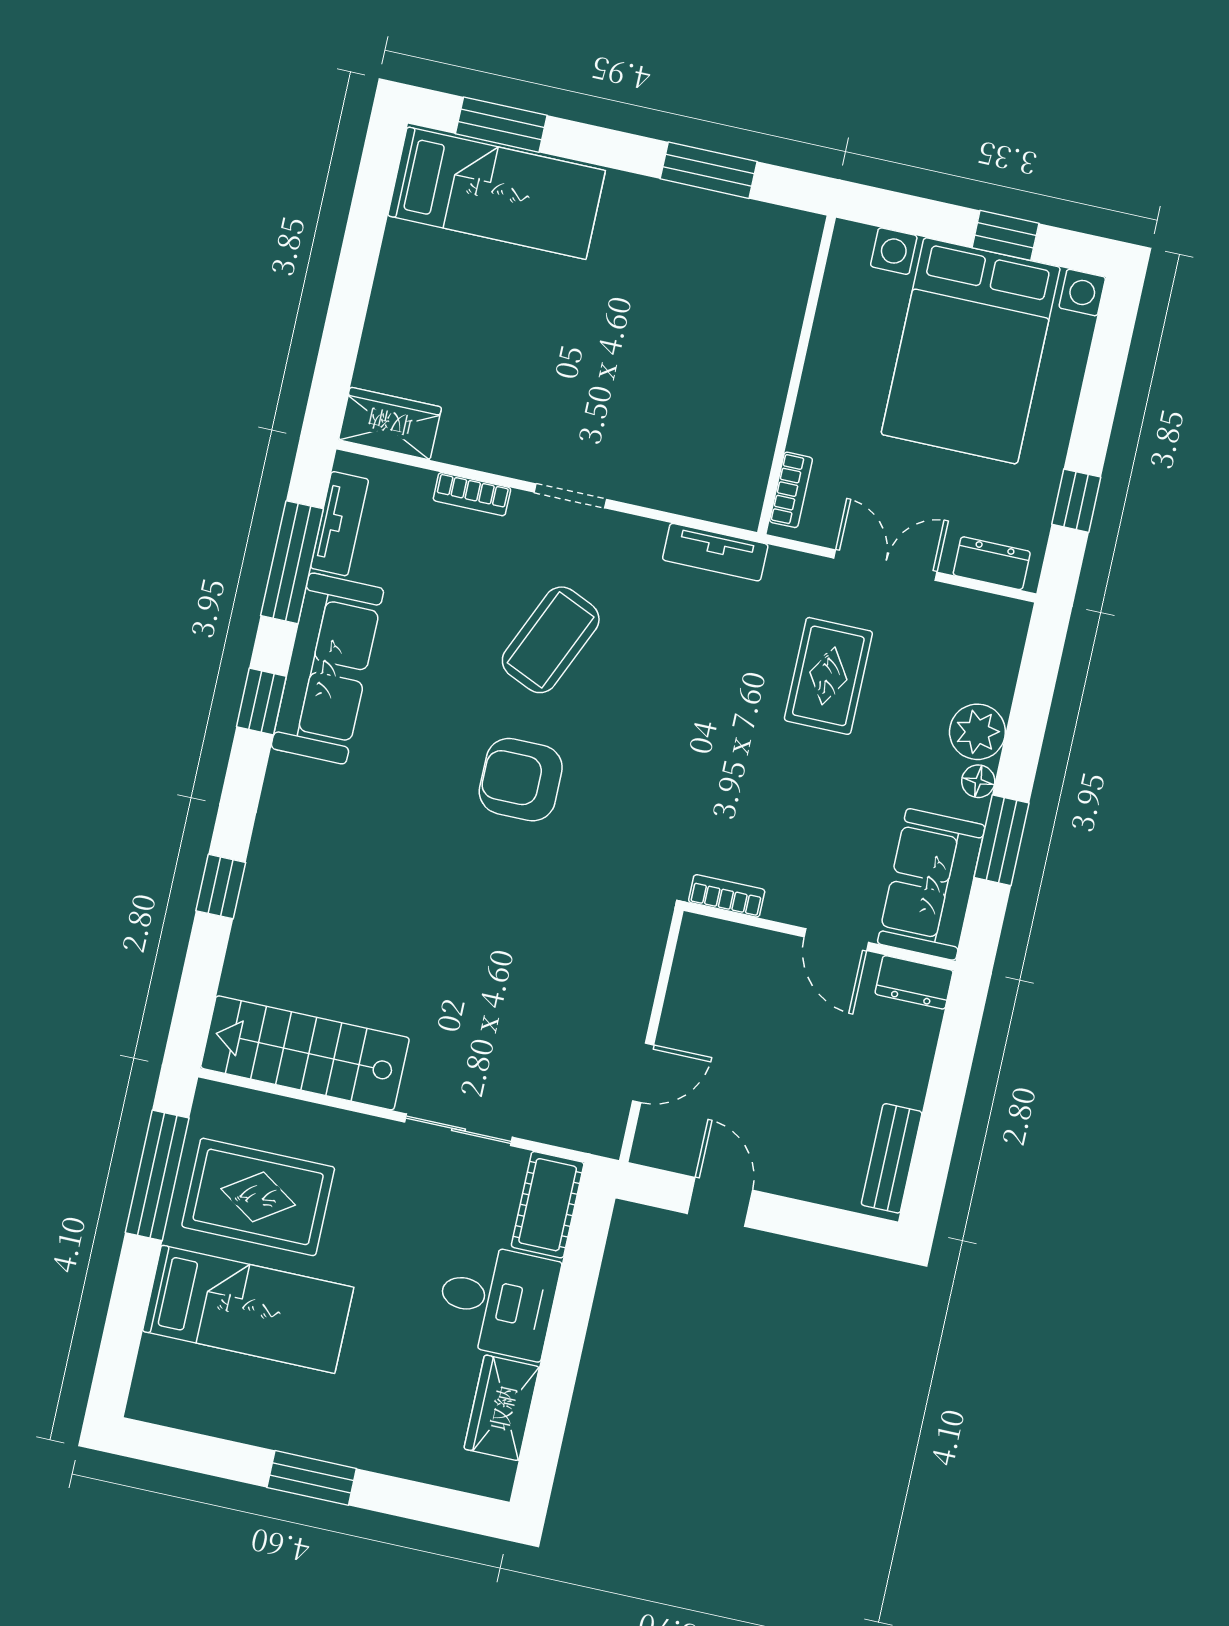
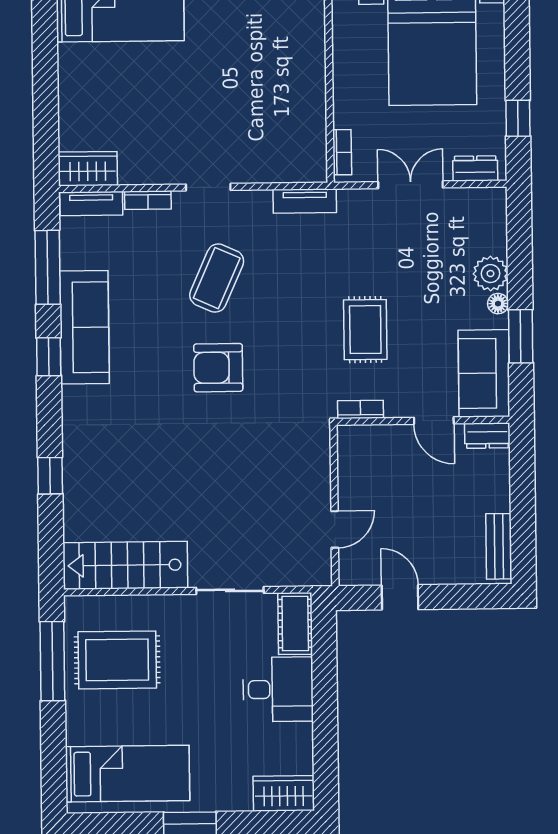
tv unit: (339, 524) -> (91, 204), moved, turned 90
rug: (828, 676) -> (365, 330), moved
bed: (248, 1309) -> (128, 774), moved
wardrobe: (502, 1408) -> (284, 793), moved, turned 90

